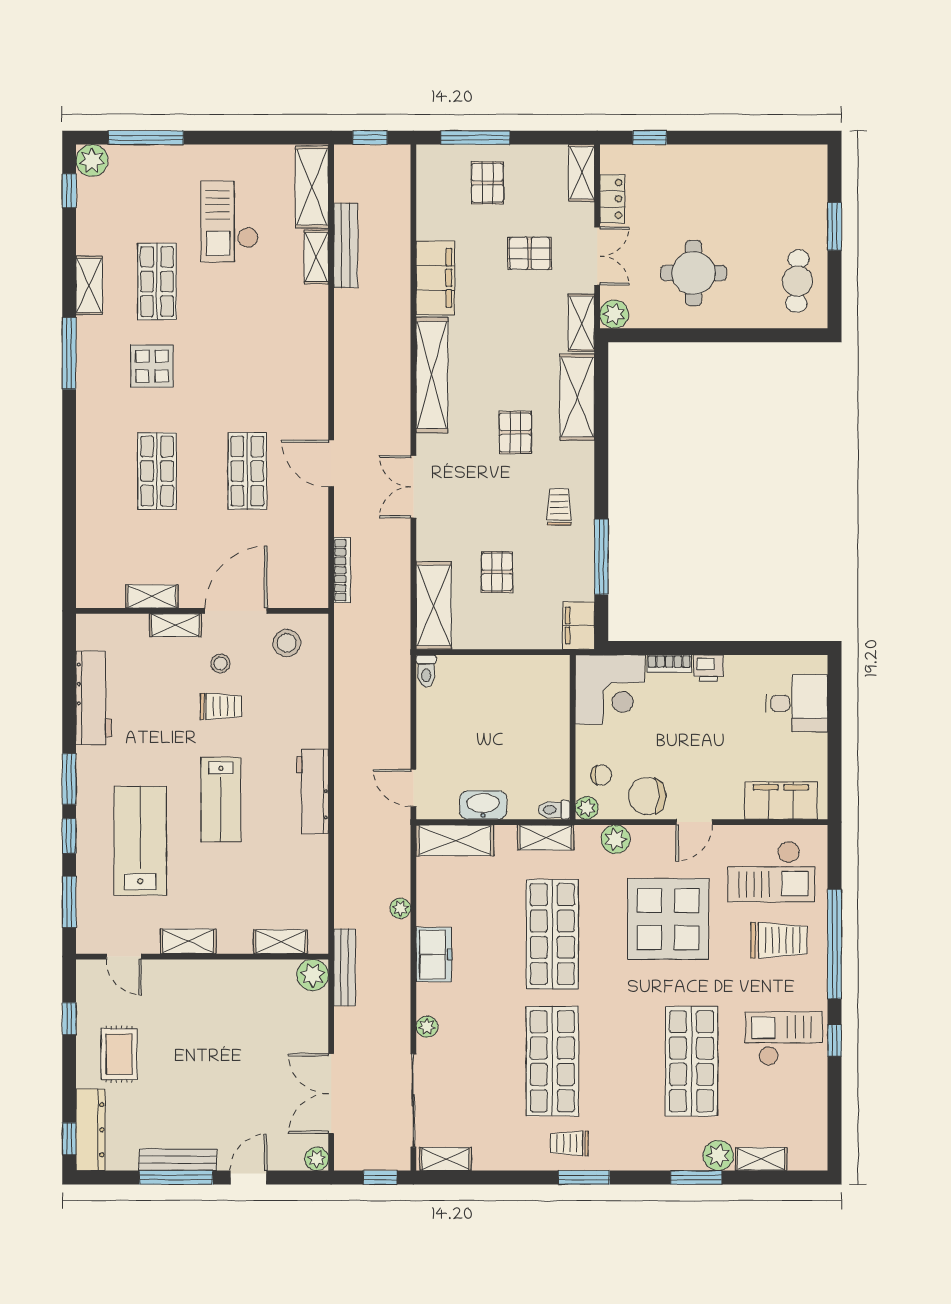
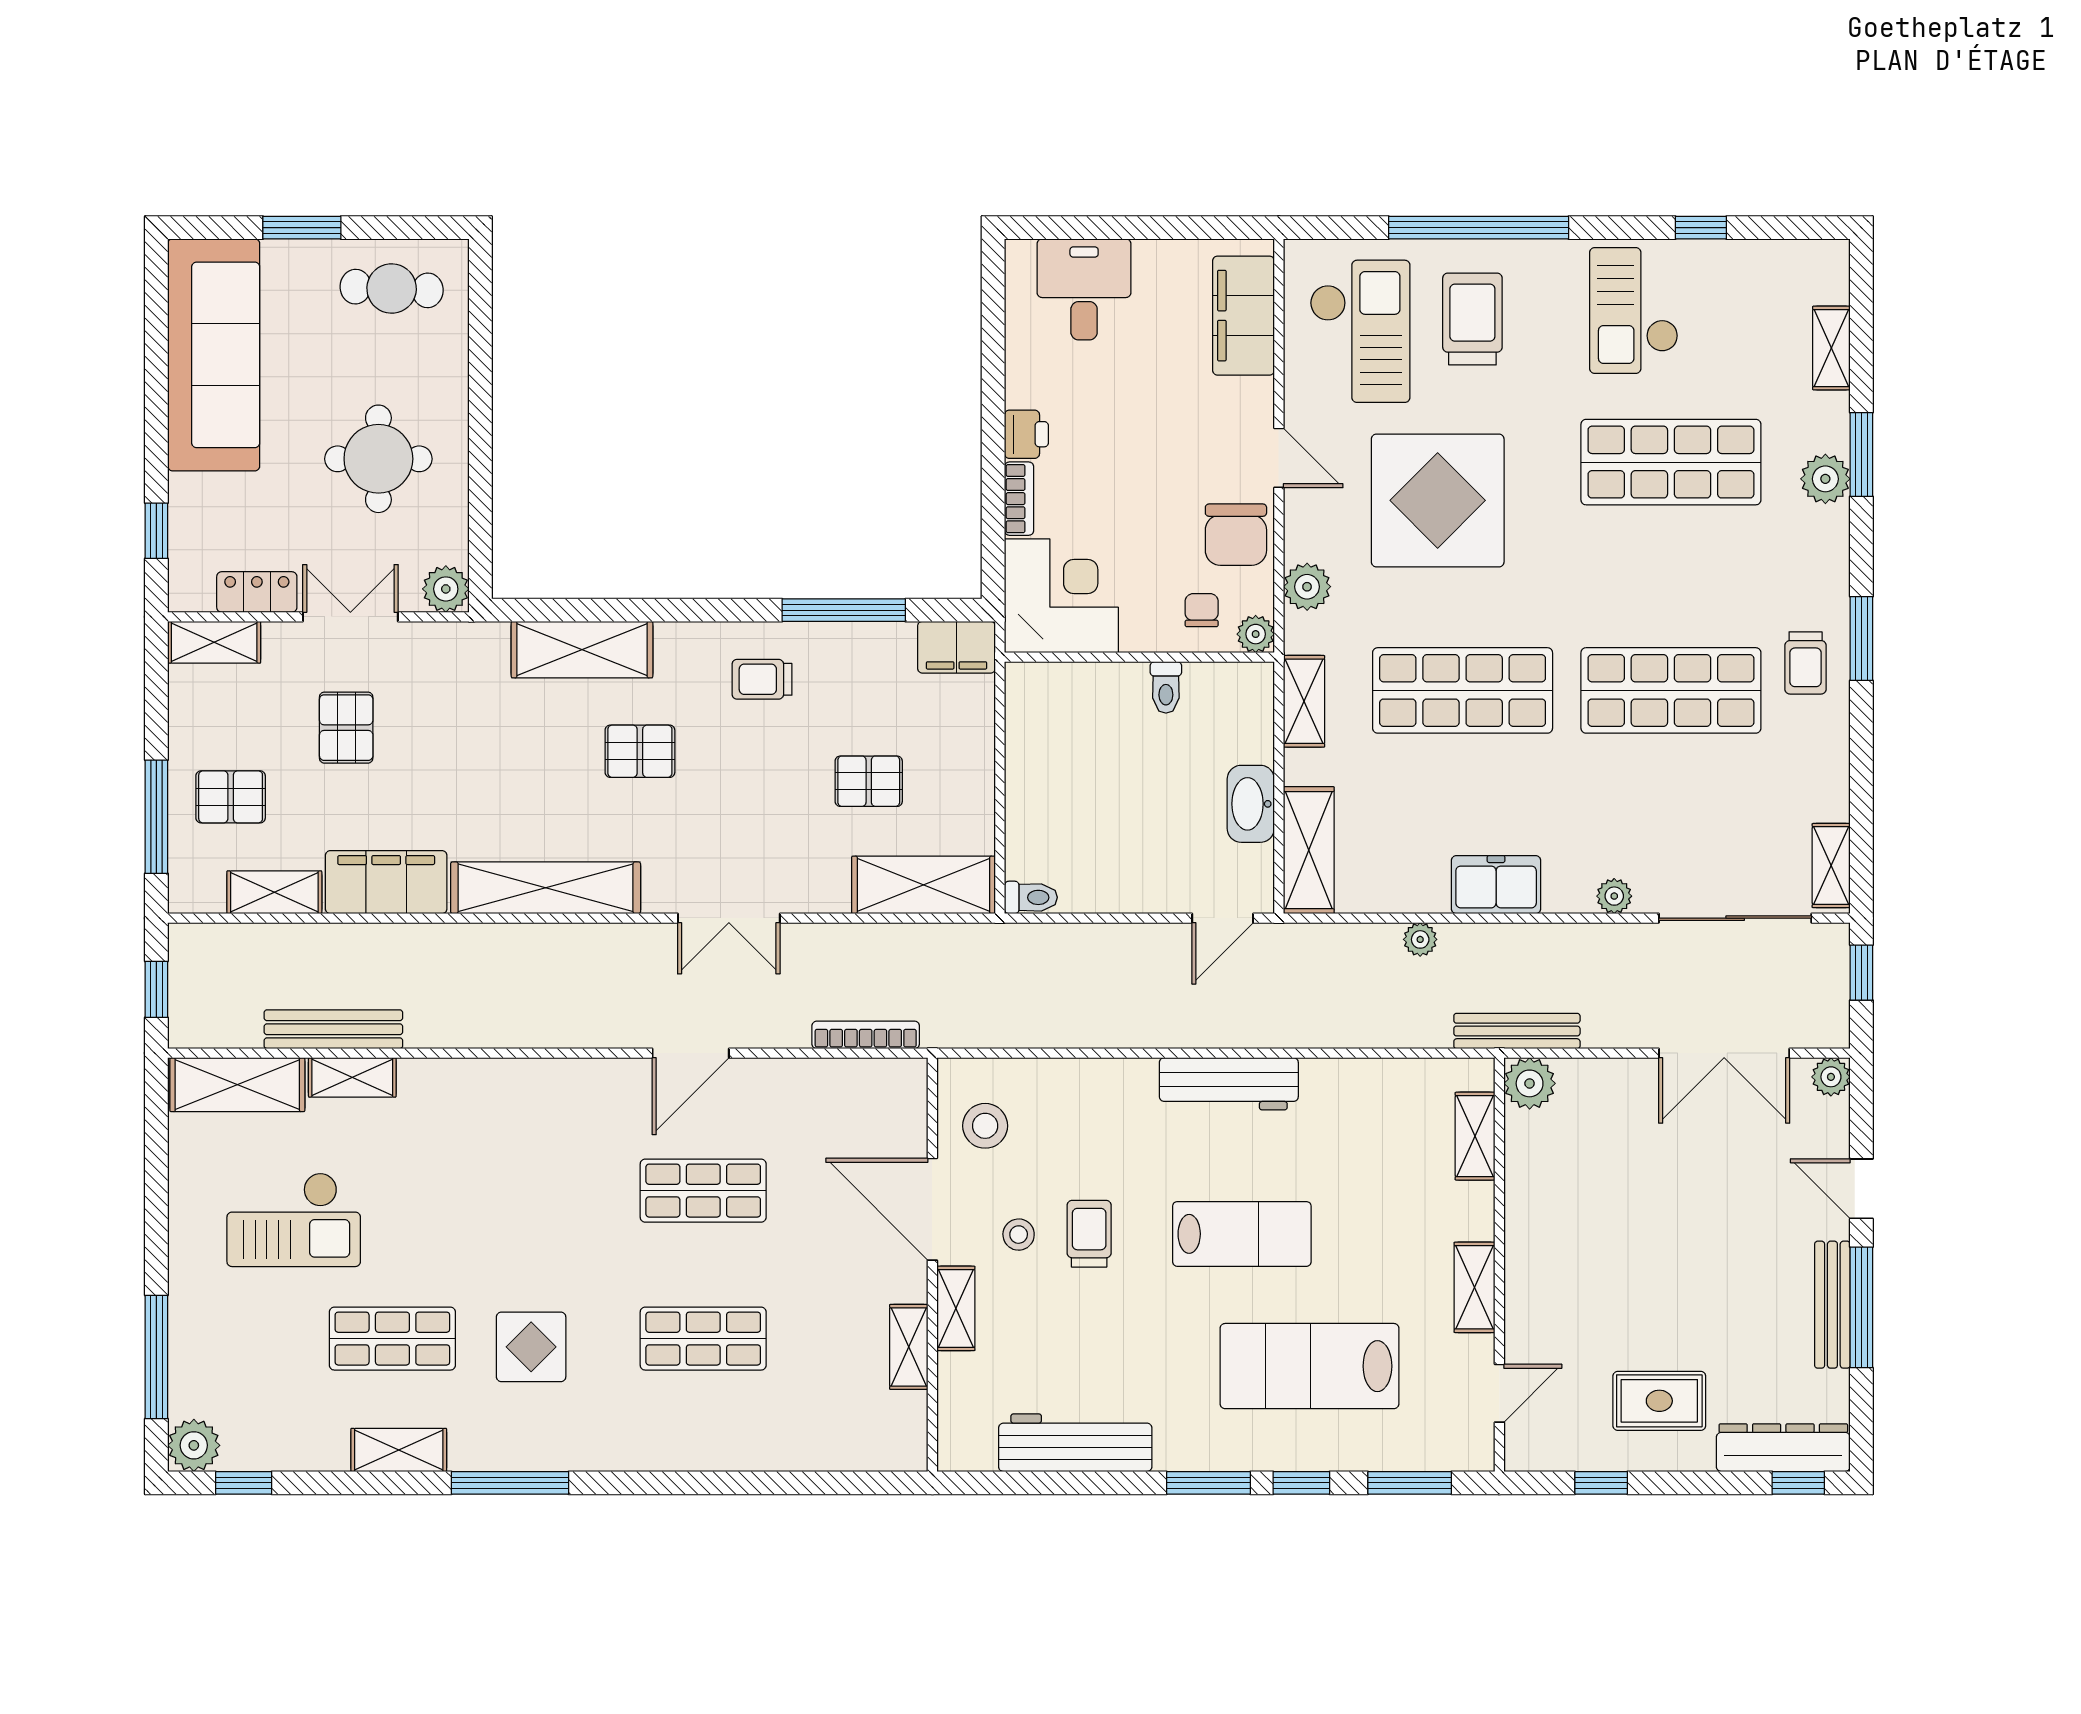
sofa: (757, 173) -> (214, 355), added
shelving: (581, 323) -> (274, 892), moved
toilet: (554, 810) -> (1166, 687), moved
window: (835, 1041) -> (1701, 228), moved
plant: (718, 1155) -> (1825, 479), moved

